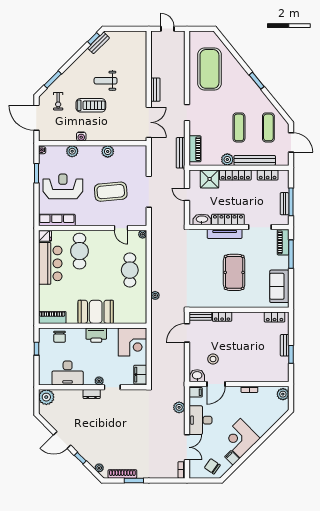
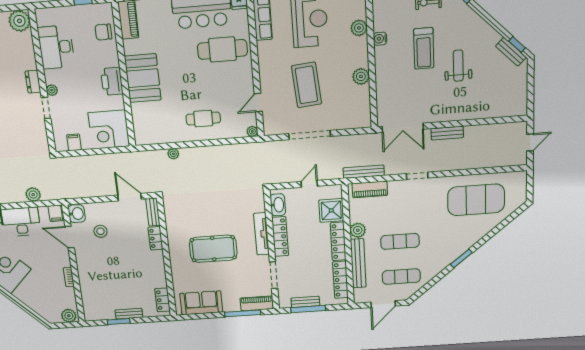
locker: (268, 175) -> (340, 280), width x1.53
cafe table: (130, 270) -> (203, 119), width x0.73, depth x0.74
filing cabinet: (140, 375) -> (74, 142), width x0.50

